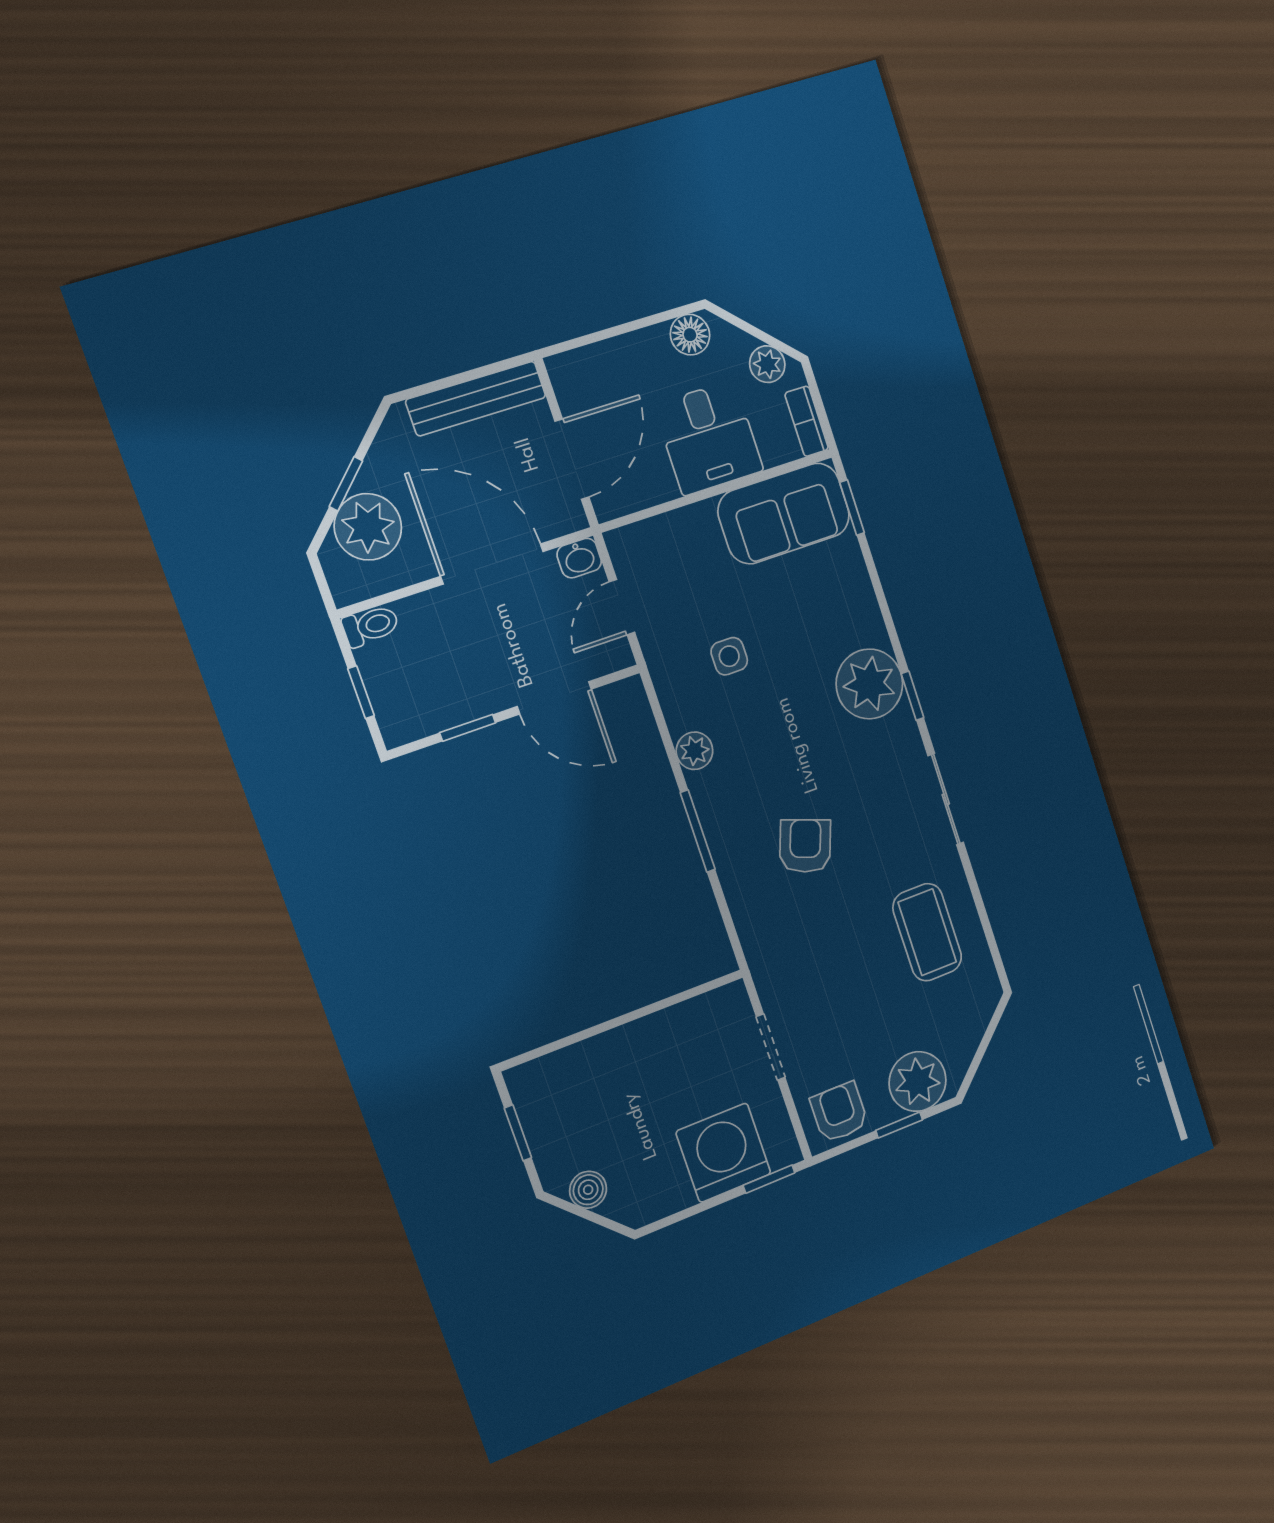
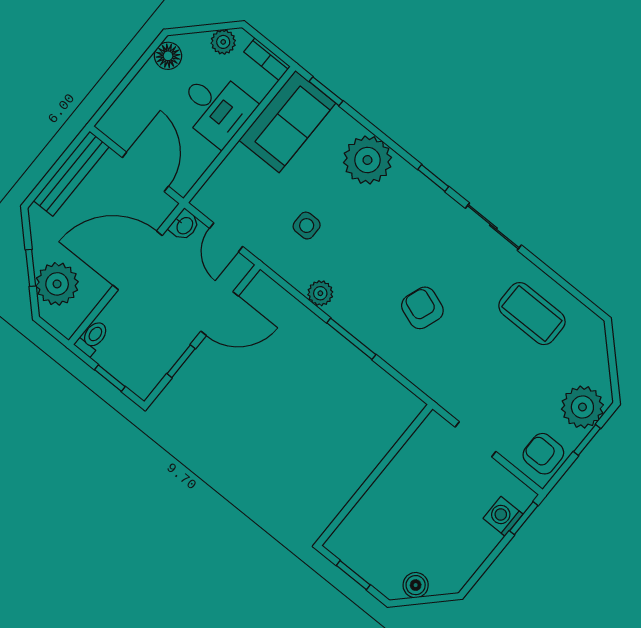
plant: (869, 684) -> (367, 160), moved
washing machine: (723, 1153) -> (503, 516), width x0.53, depth x0.53

